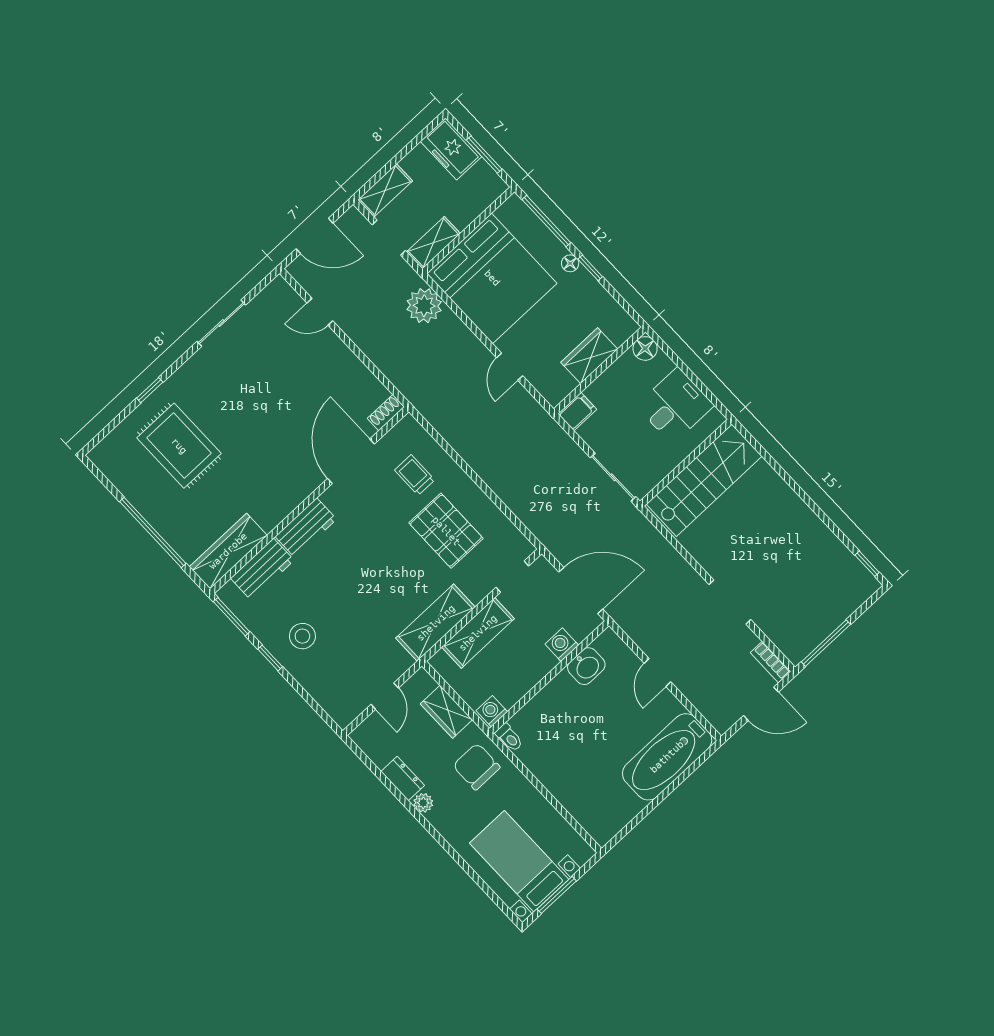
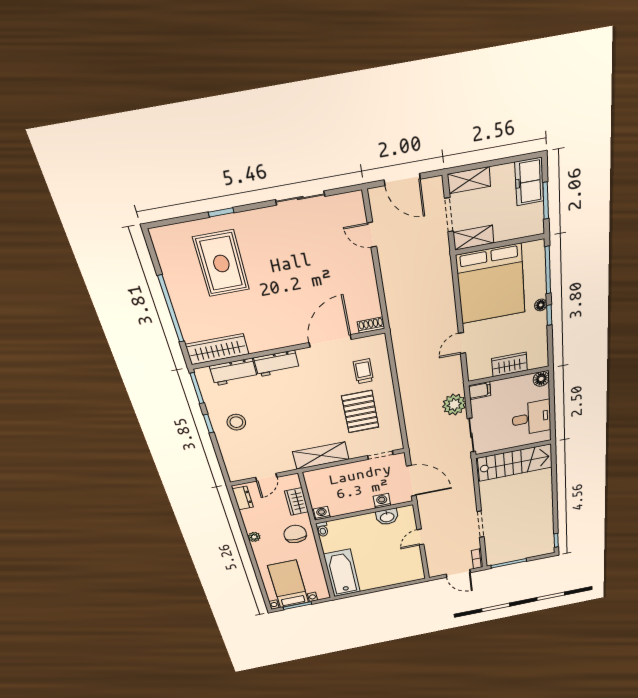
plant: (424, 306) -> (454, 405), moved
shelving: (478, 633) -> (341, 473), removed
bathtub: (667, 757) -> (342, 573), moved, turned 90
dresser: (403, 779) -> (243, 498), moved

